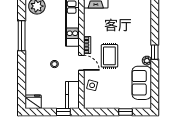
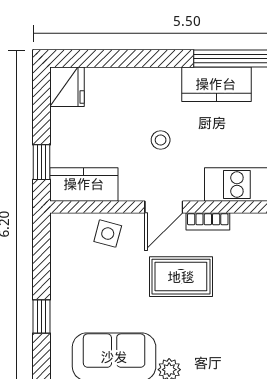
kitchen counter: (32, 42) -> (216, 84), added

